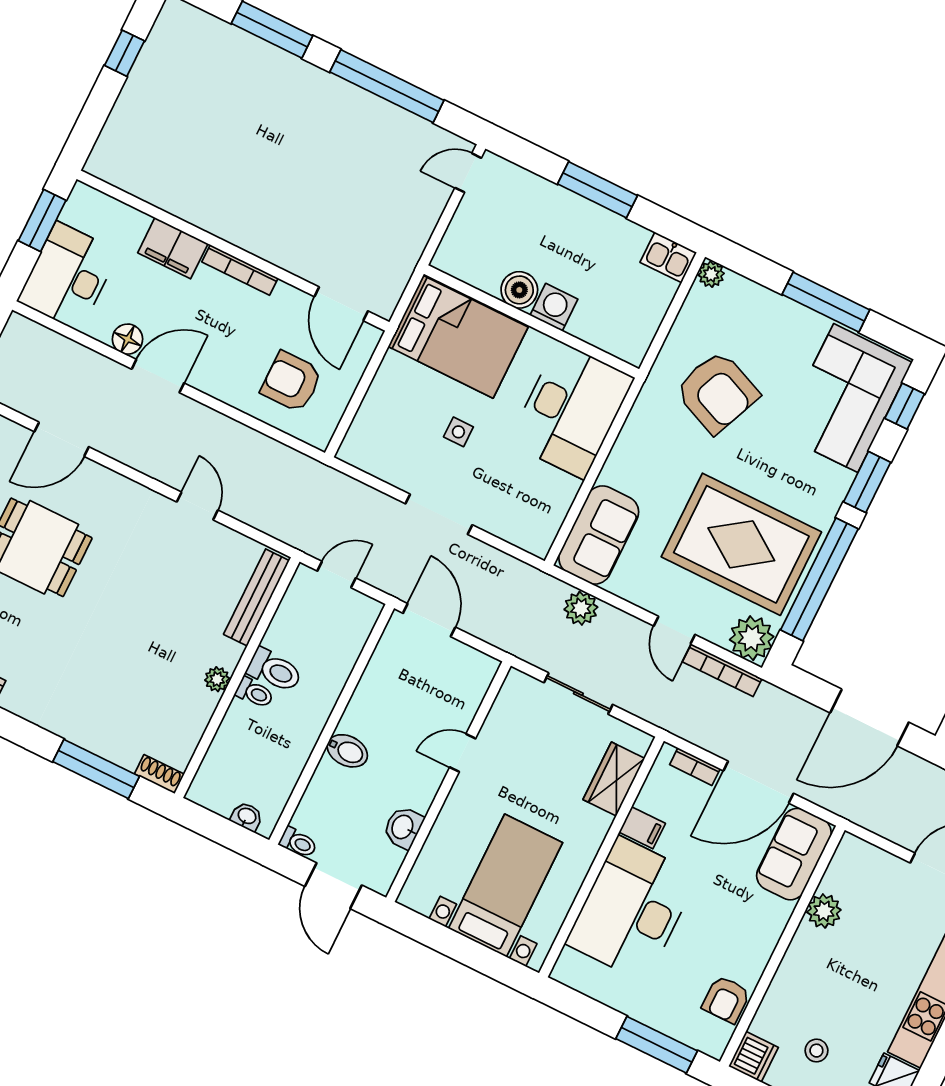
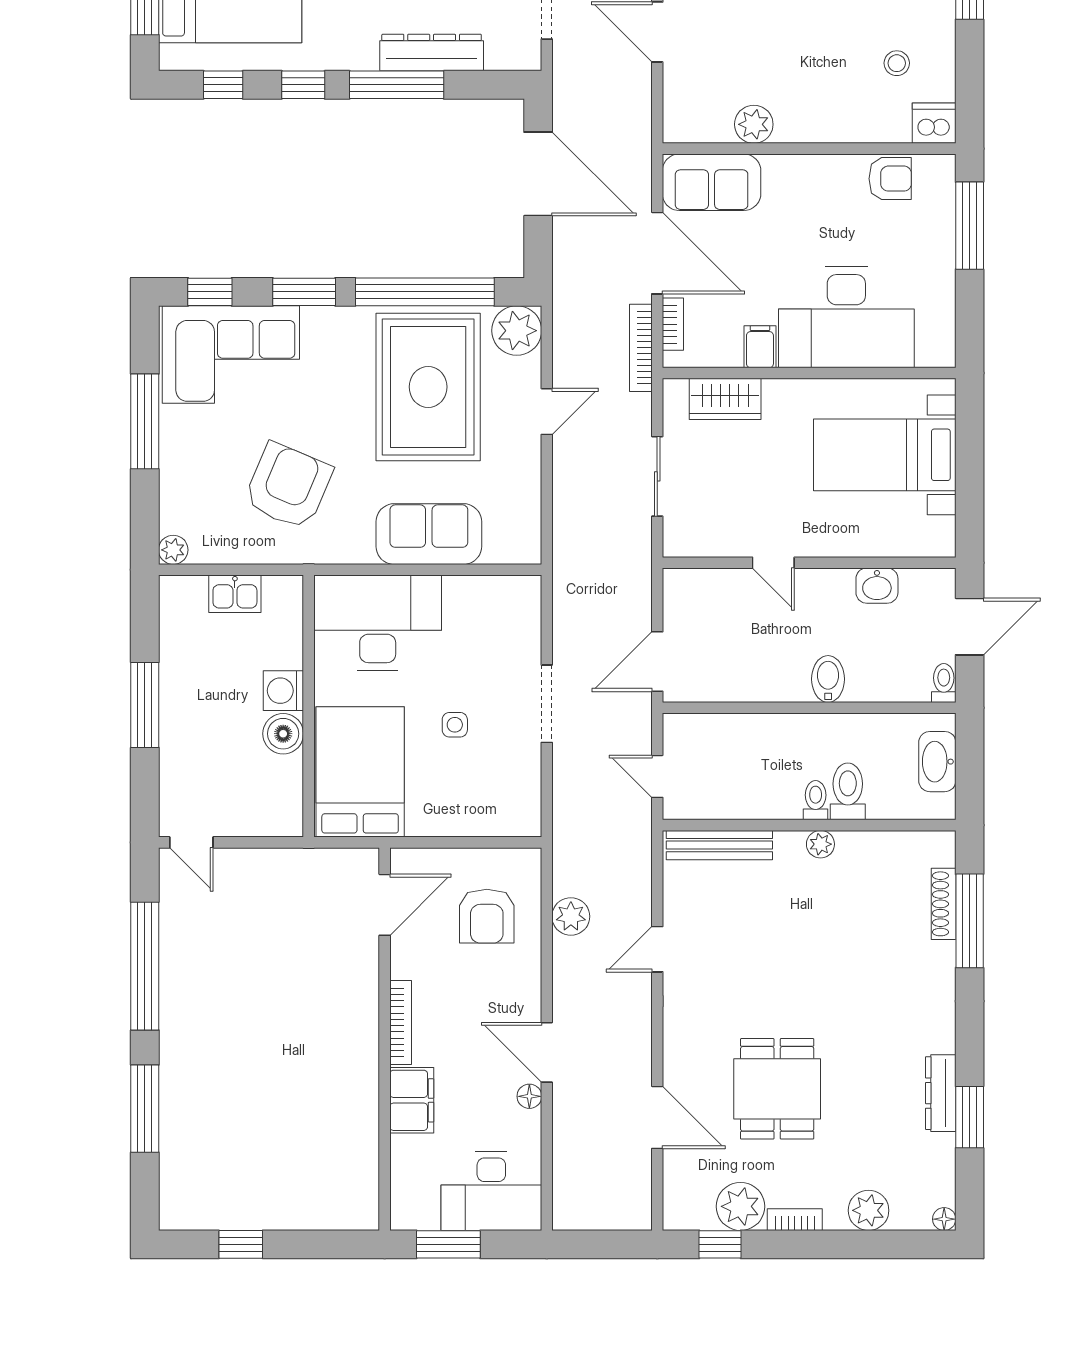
kitchen sink: (668, 257) -> (235, 594), moved, turned 90
floor lamp: (128, 339) -> (529, 1096), width x0.73, depth x0.73
sofa: (599, 535) -> (429, 534), moved
plant: (581, 608) -> (571, 916), moved
toilet: (274, 670) -> (848, 791), moved
bookcase: (722, 670) -> (641, 348), moved, turned 180
shoe rack: (159, 774) -> (944, 904), moved, width x1.43
washbasin: (247, 817) -> (937, 762), width x1.91, depth x1.45

